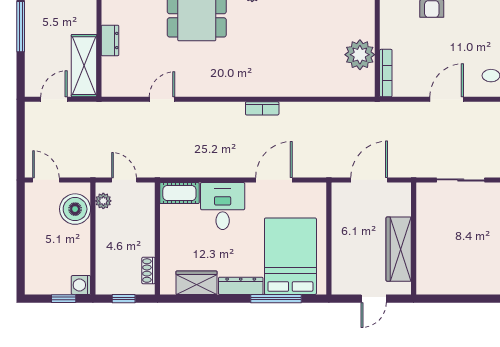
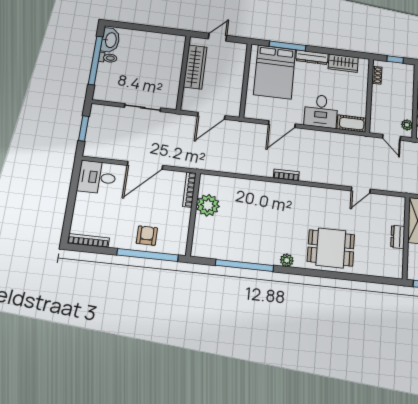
door: (447, 99) -> (145, 165), width x1.36

